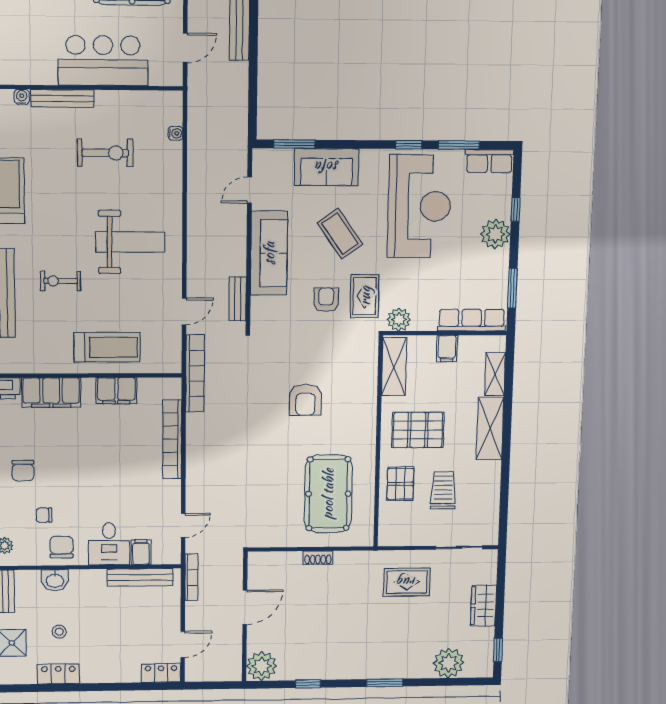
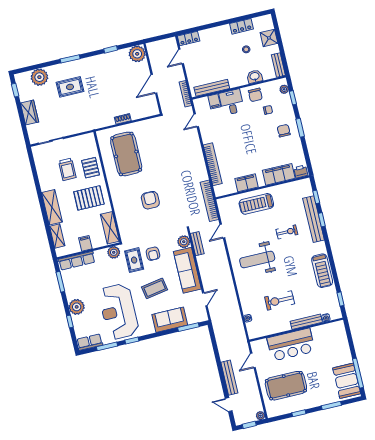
coffee table: (340, 234) -> (155, 288), turned -65
plant: (262, 309) -> (184, 242), added
rug: (407, 582) -> (70, 87), moved

